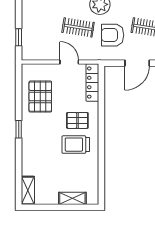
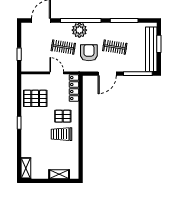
armchair: (113, 35) -> (89, 53), turned 90
pallet: (40, 97) -> (35, 98), turned 90

